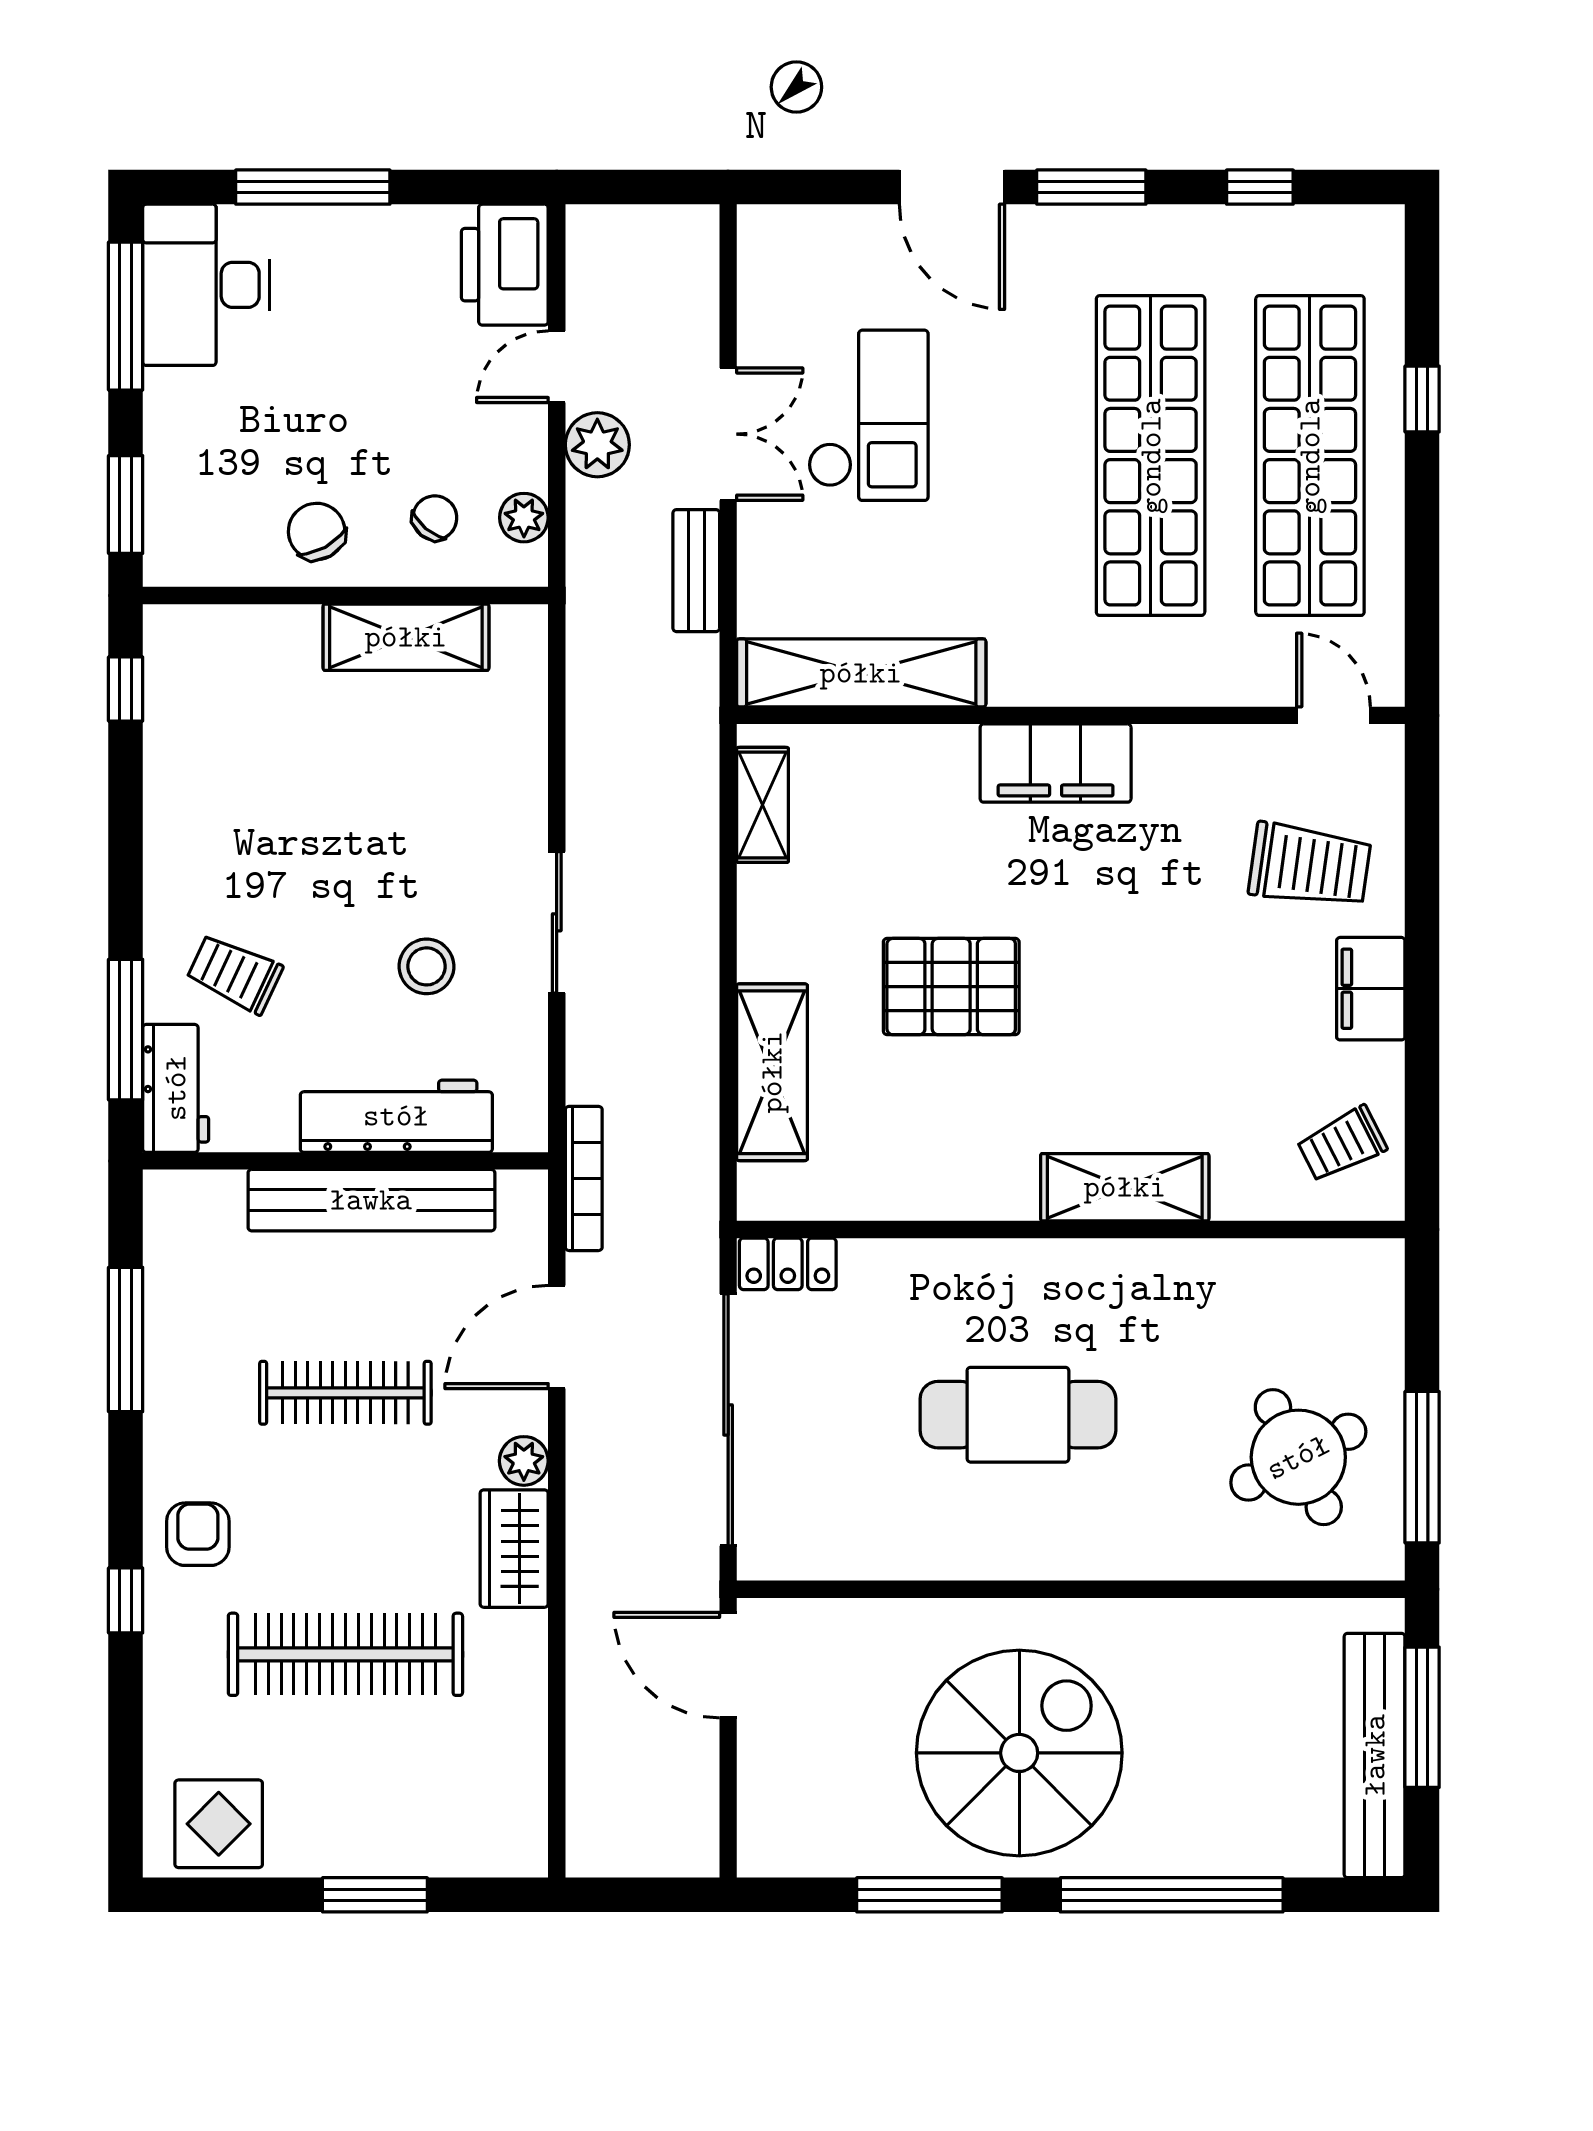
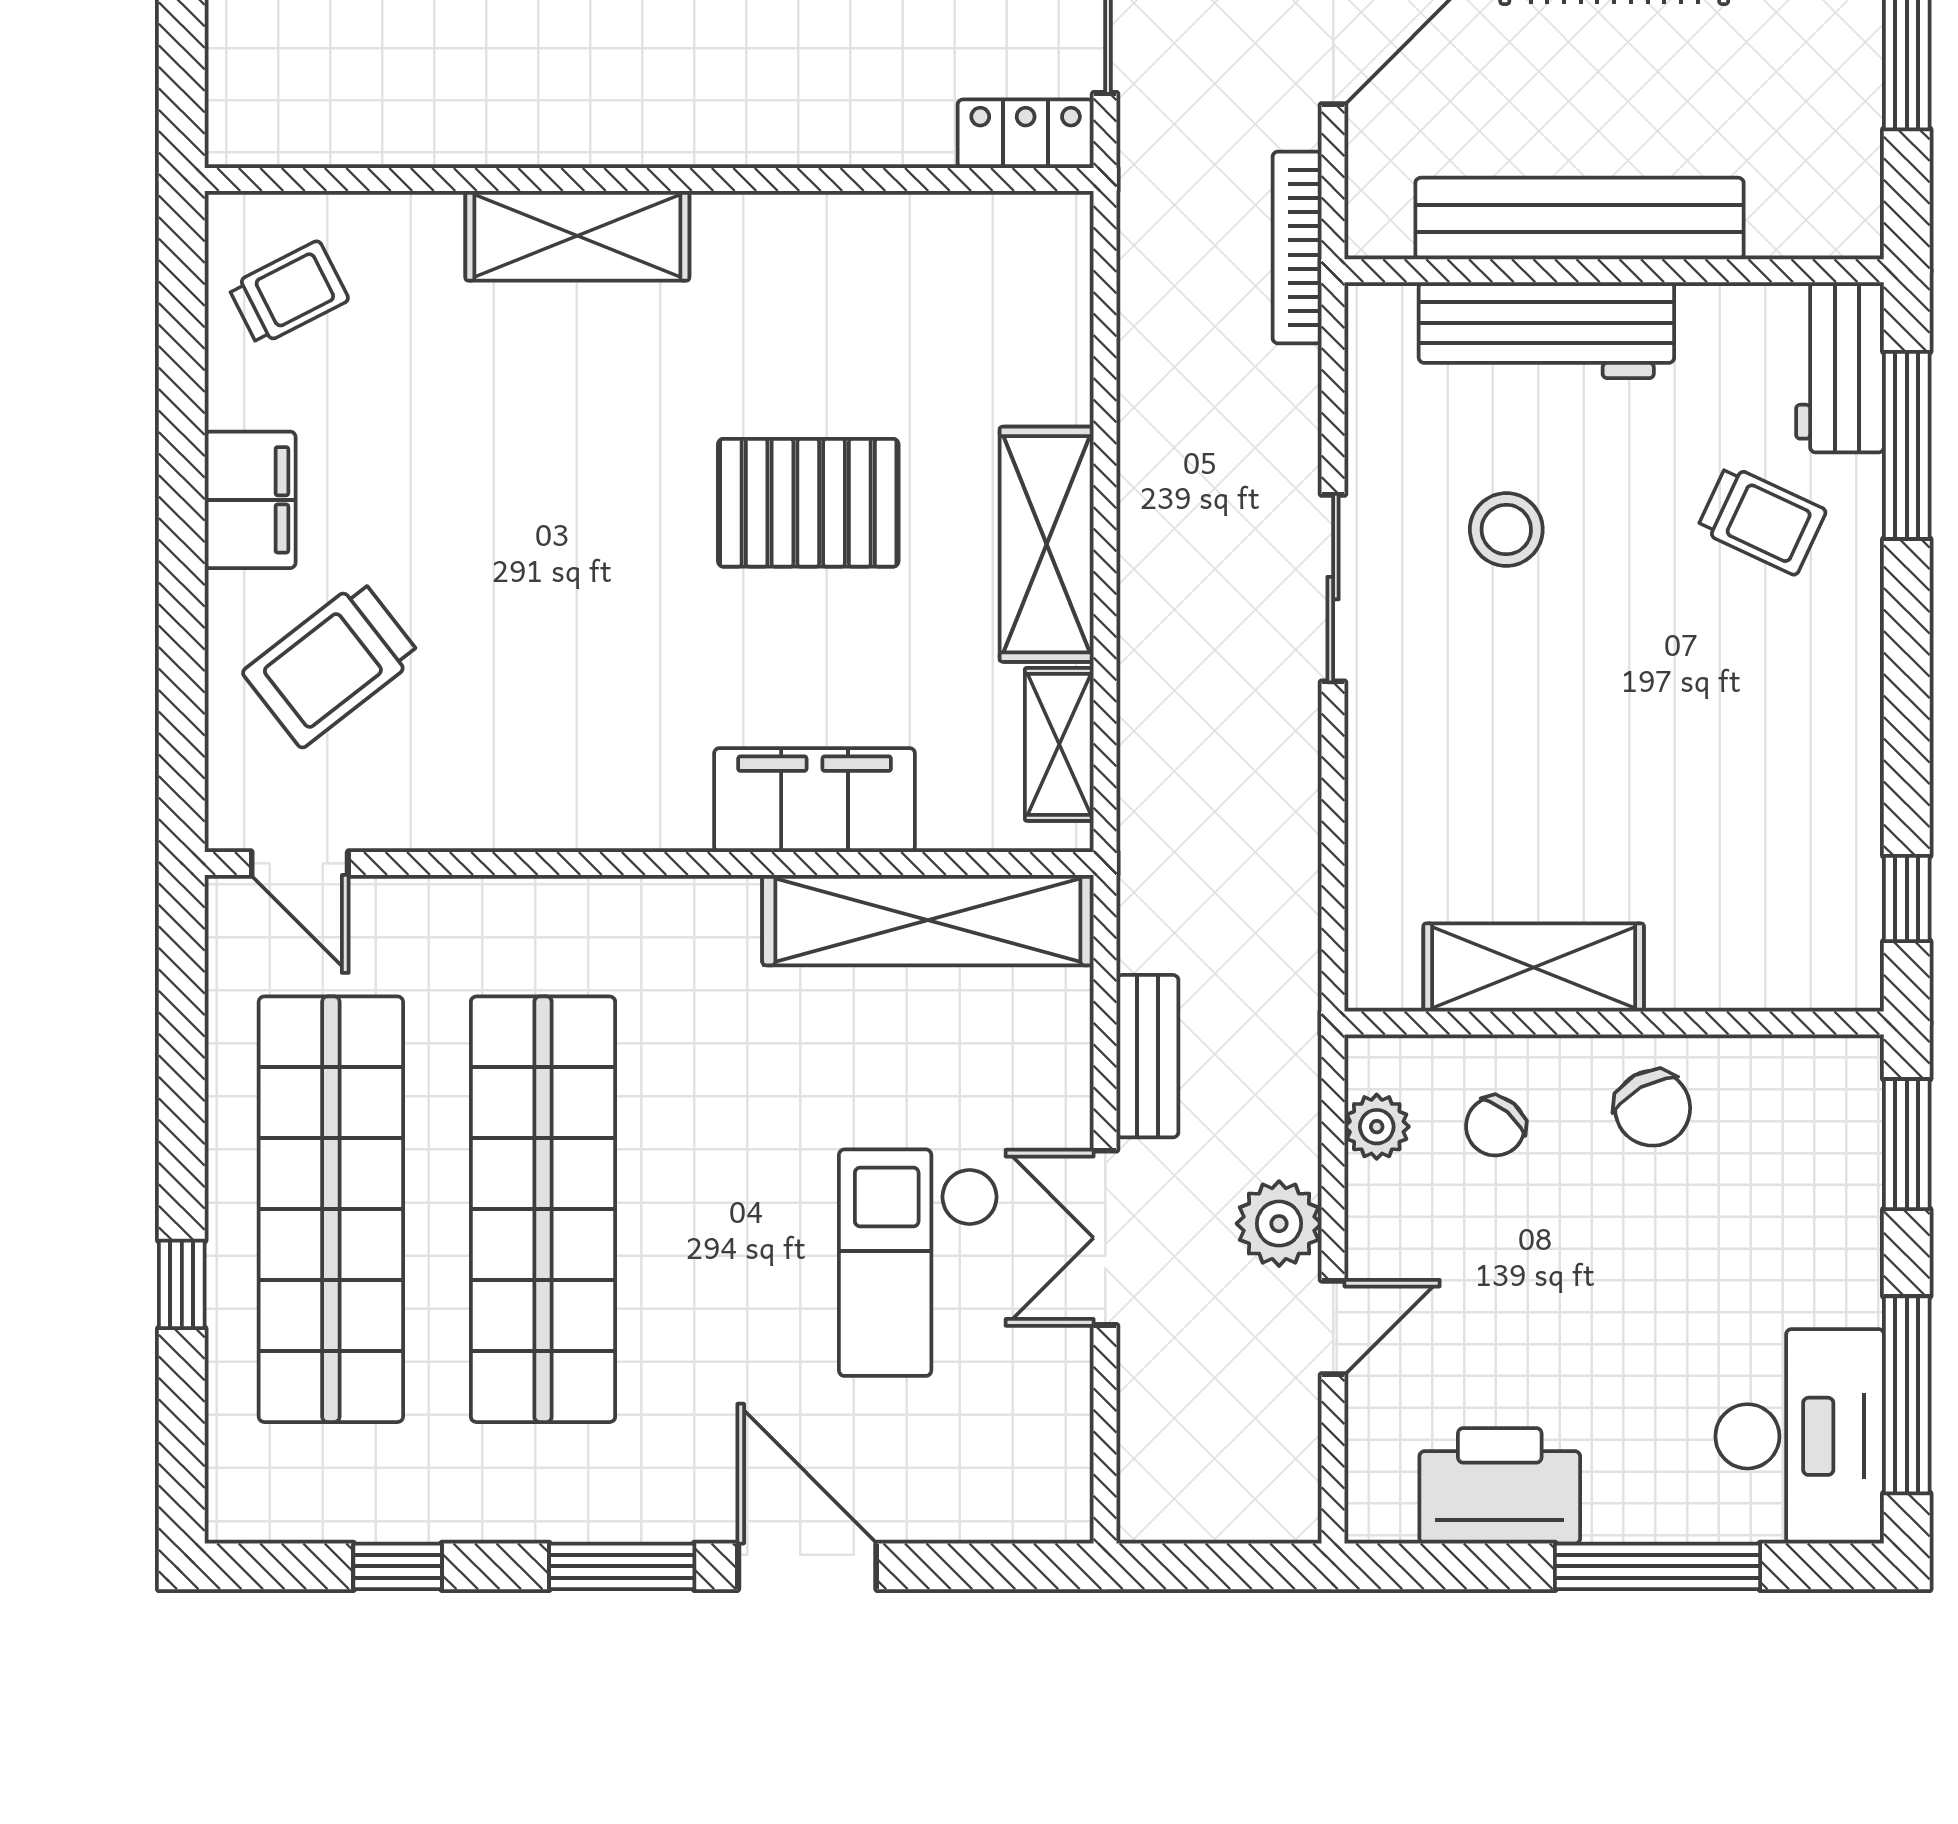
printer: (505, 265) -> (1500, 1486), moved, turned -90
filing cabinet: (1056, 763) -> (815, 800), moved
trolley: (1310, 865) -> (331, 664), turned -46
shelving: (772, 1072) -> (1047, 544), moved

